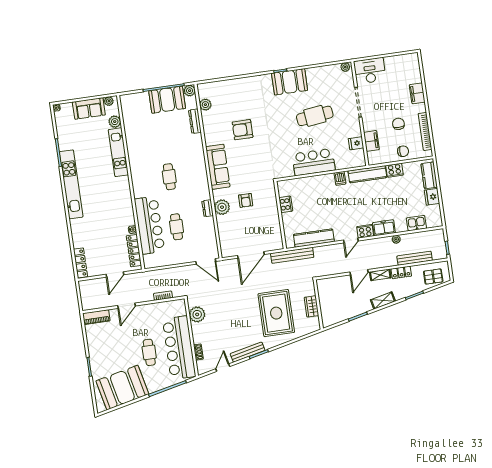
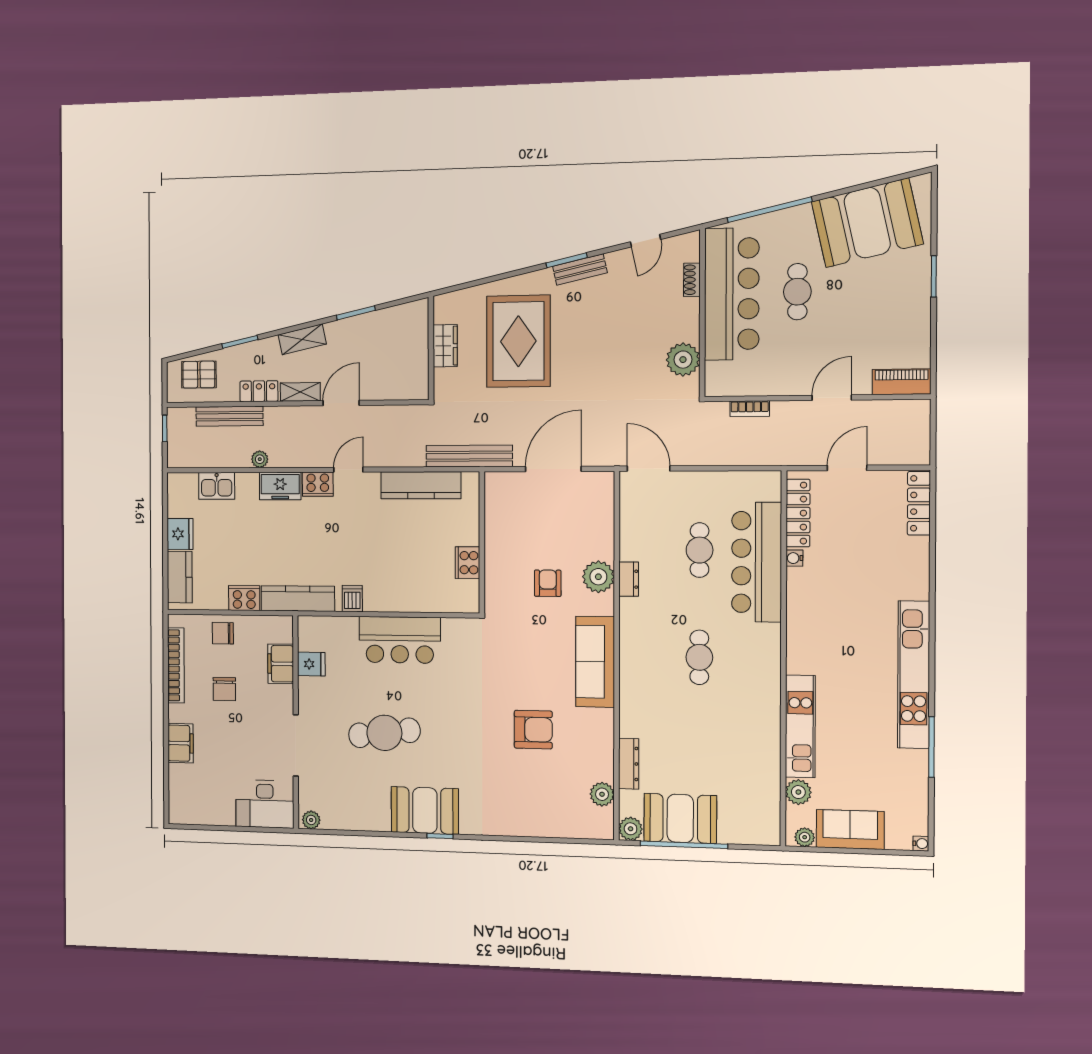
bench: (248, 352) -> (580, 270), width x0.73

